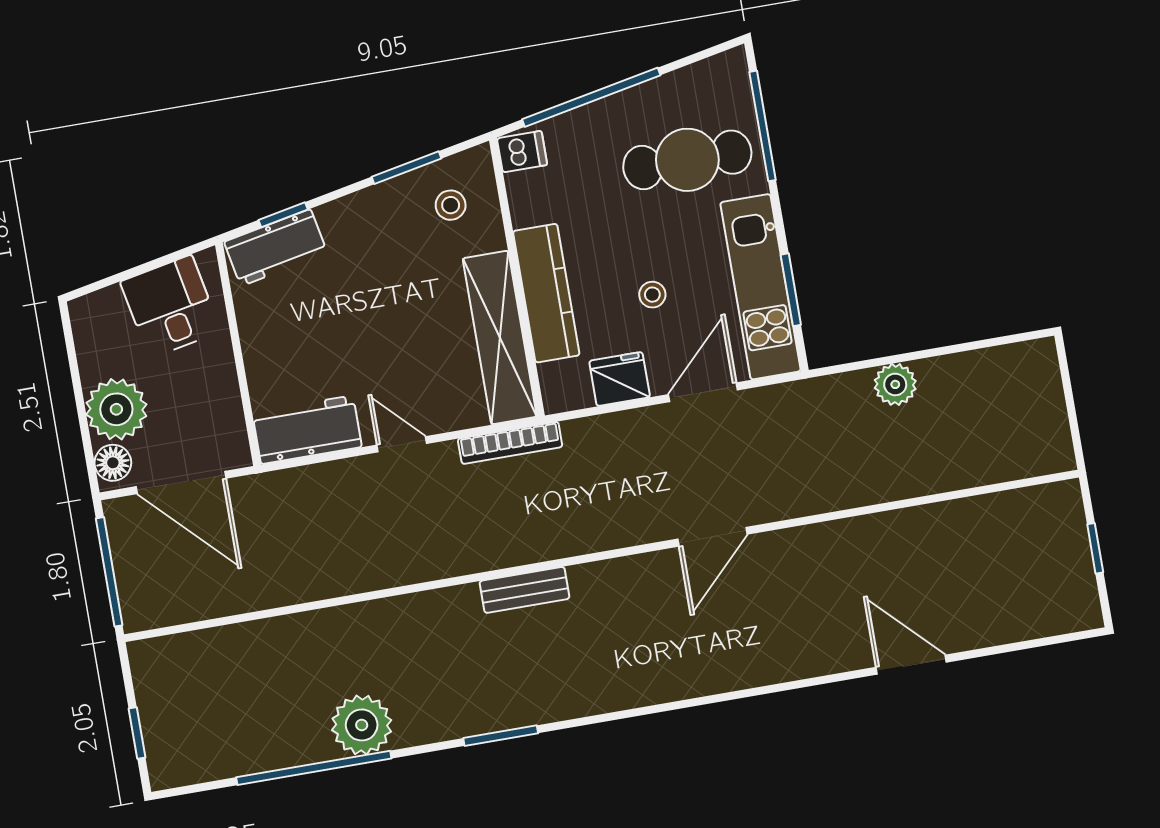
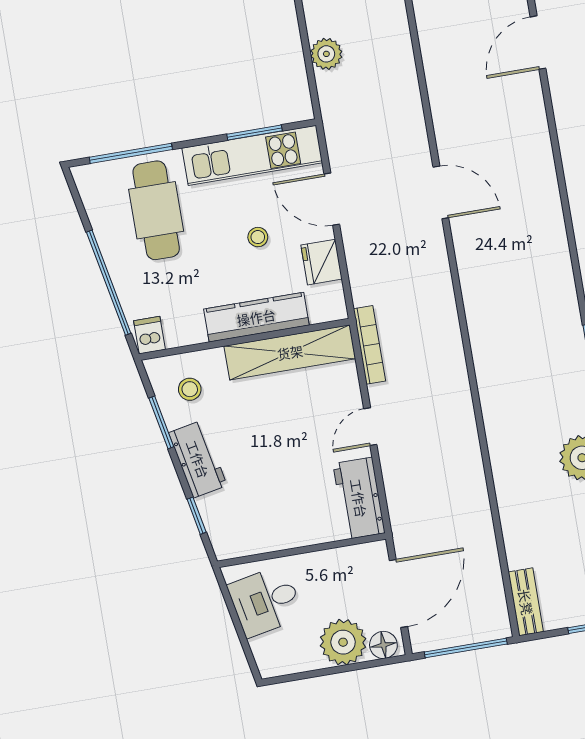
workbench: (276, 248) -> (198, 459), moved
bench: (525, 590) -> (526, 602), moved

